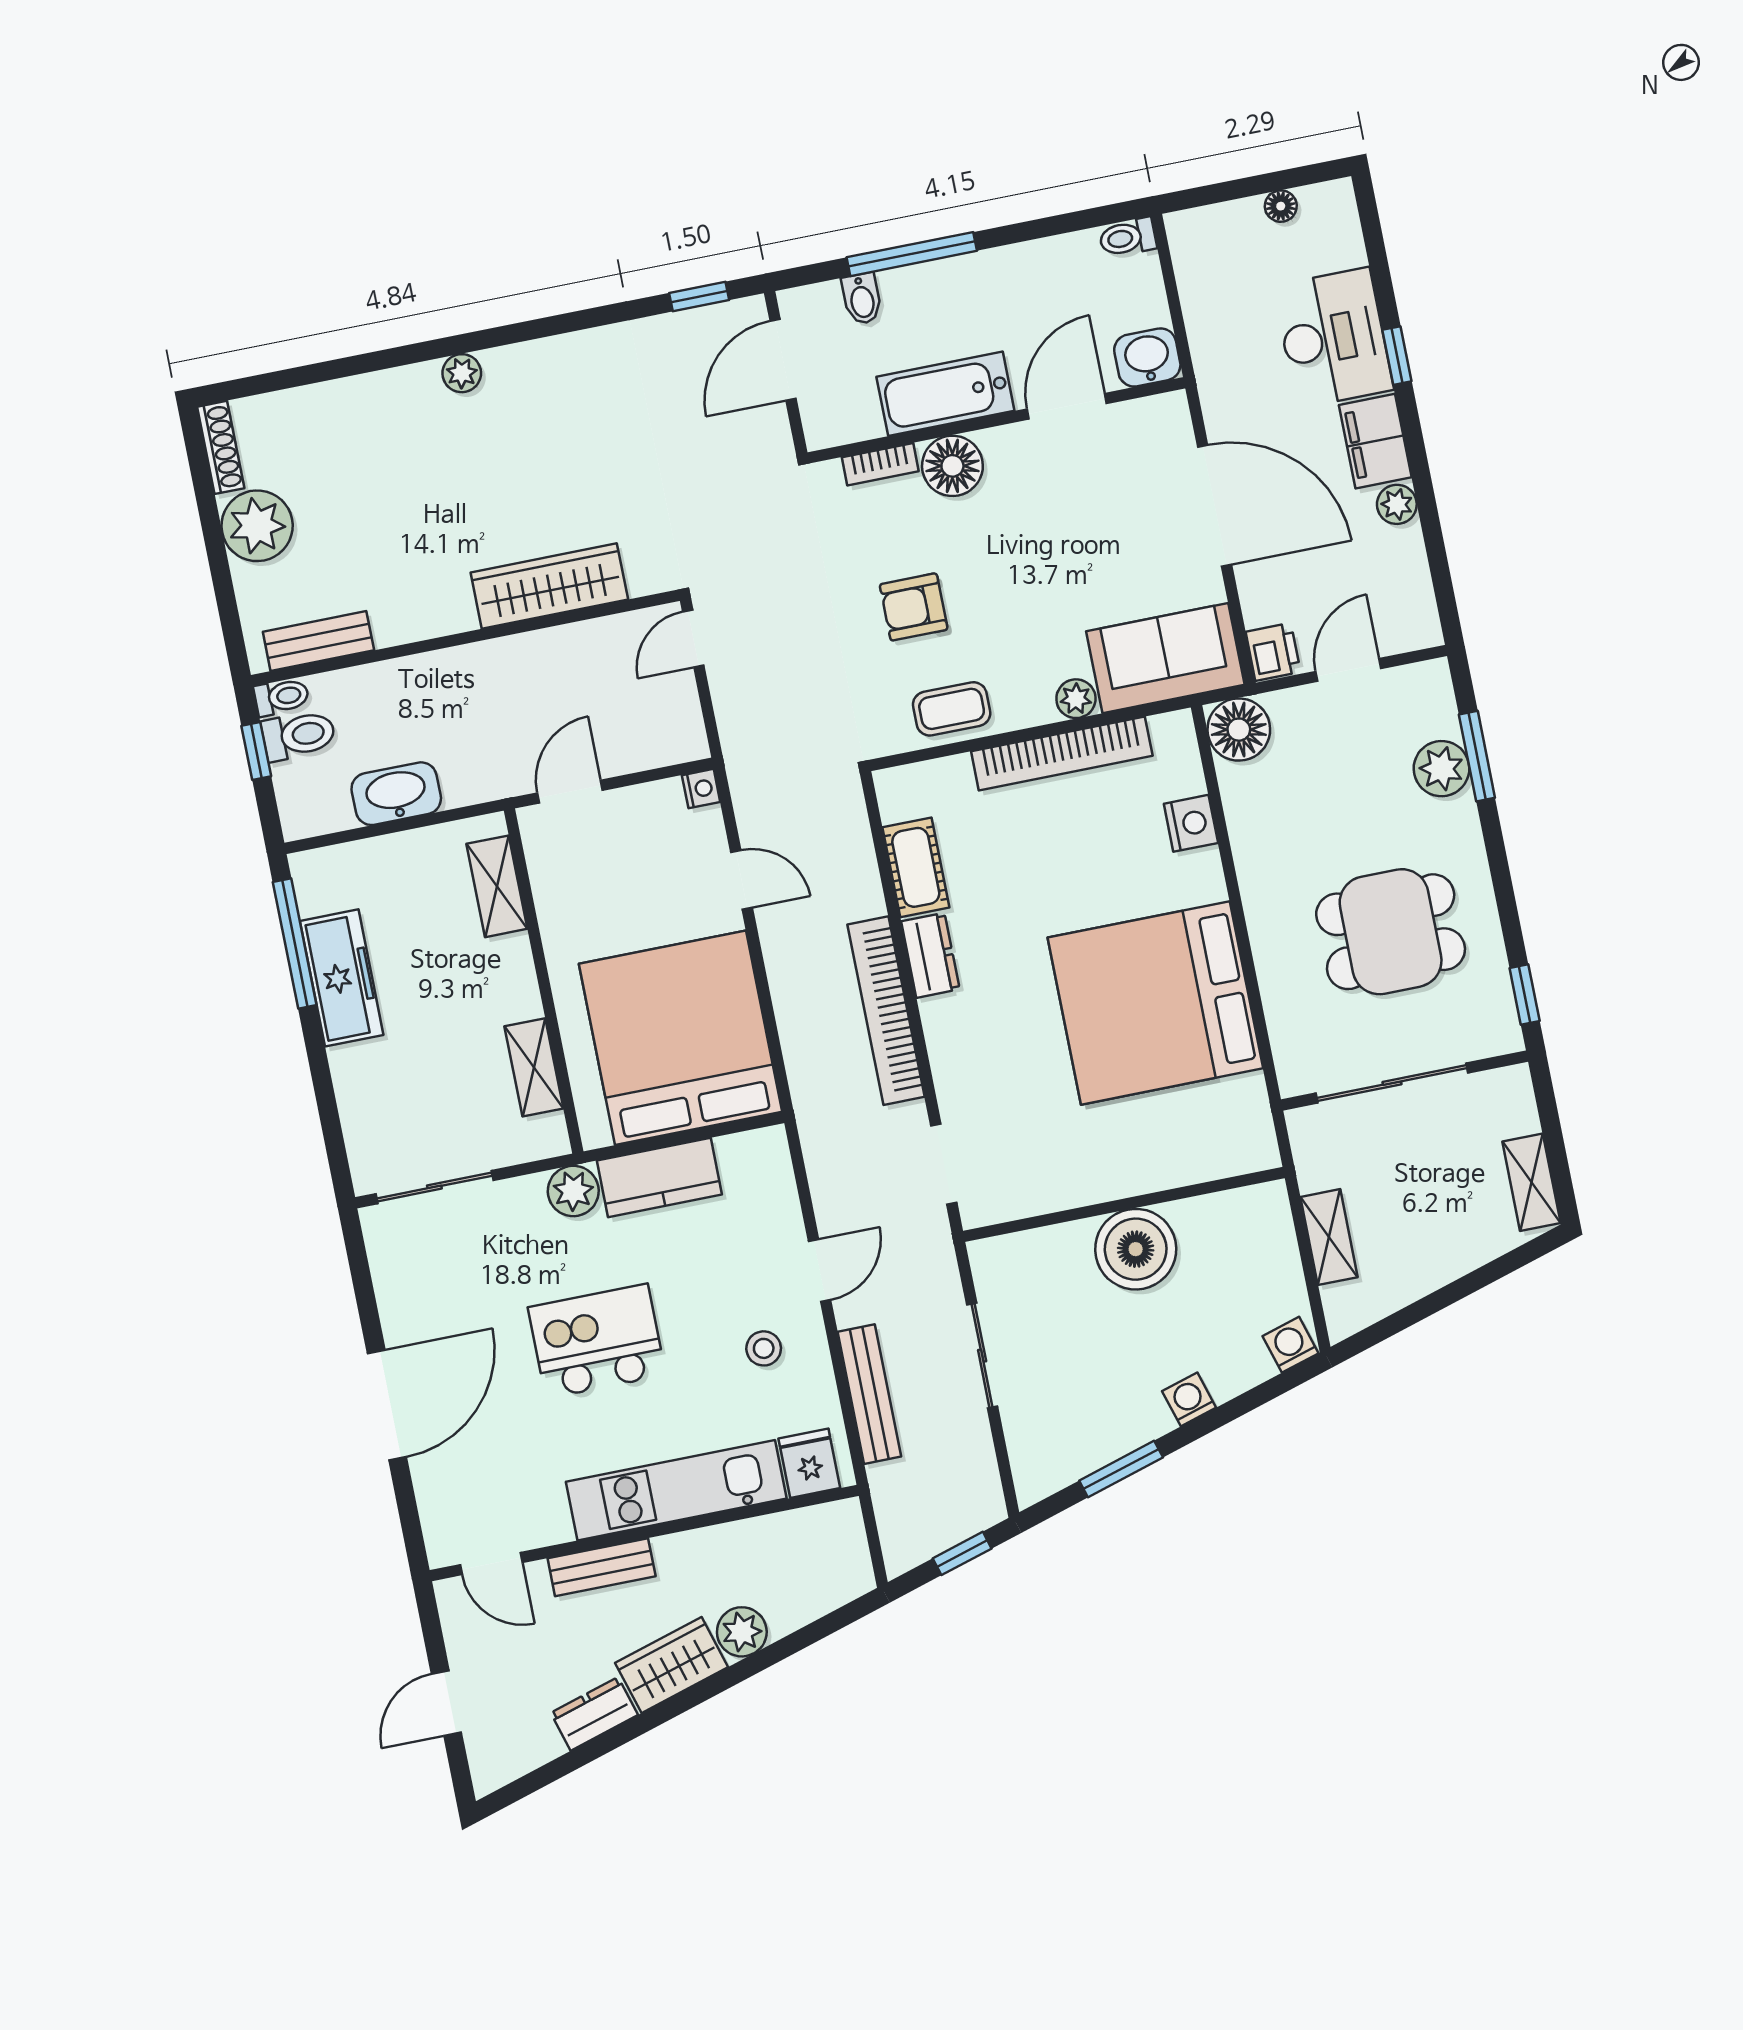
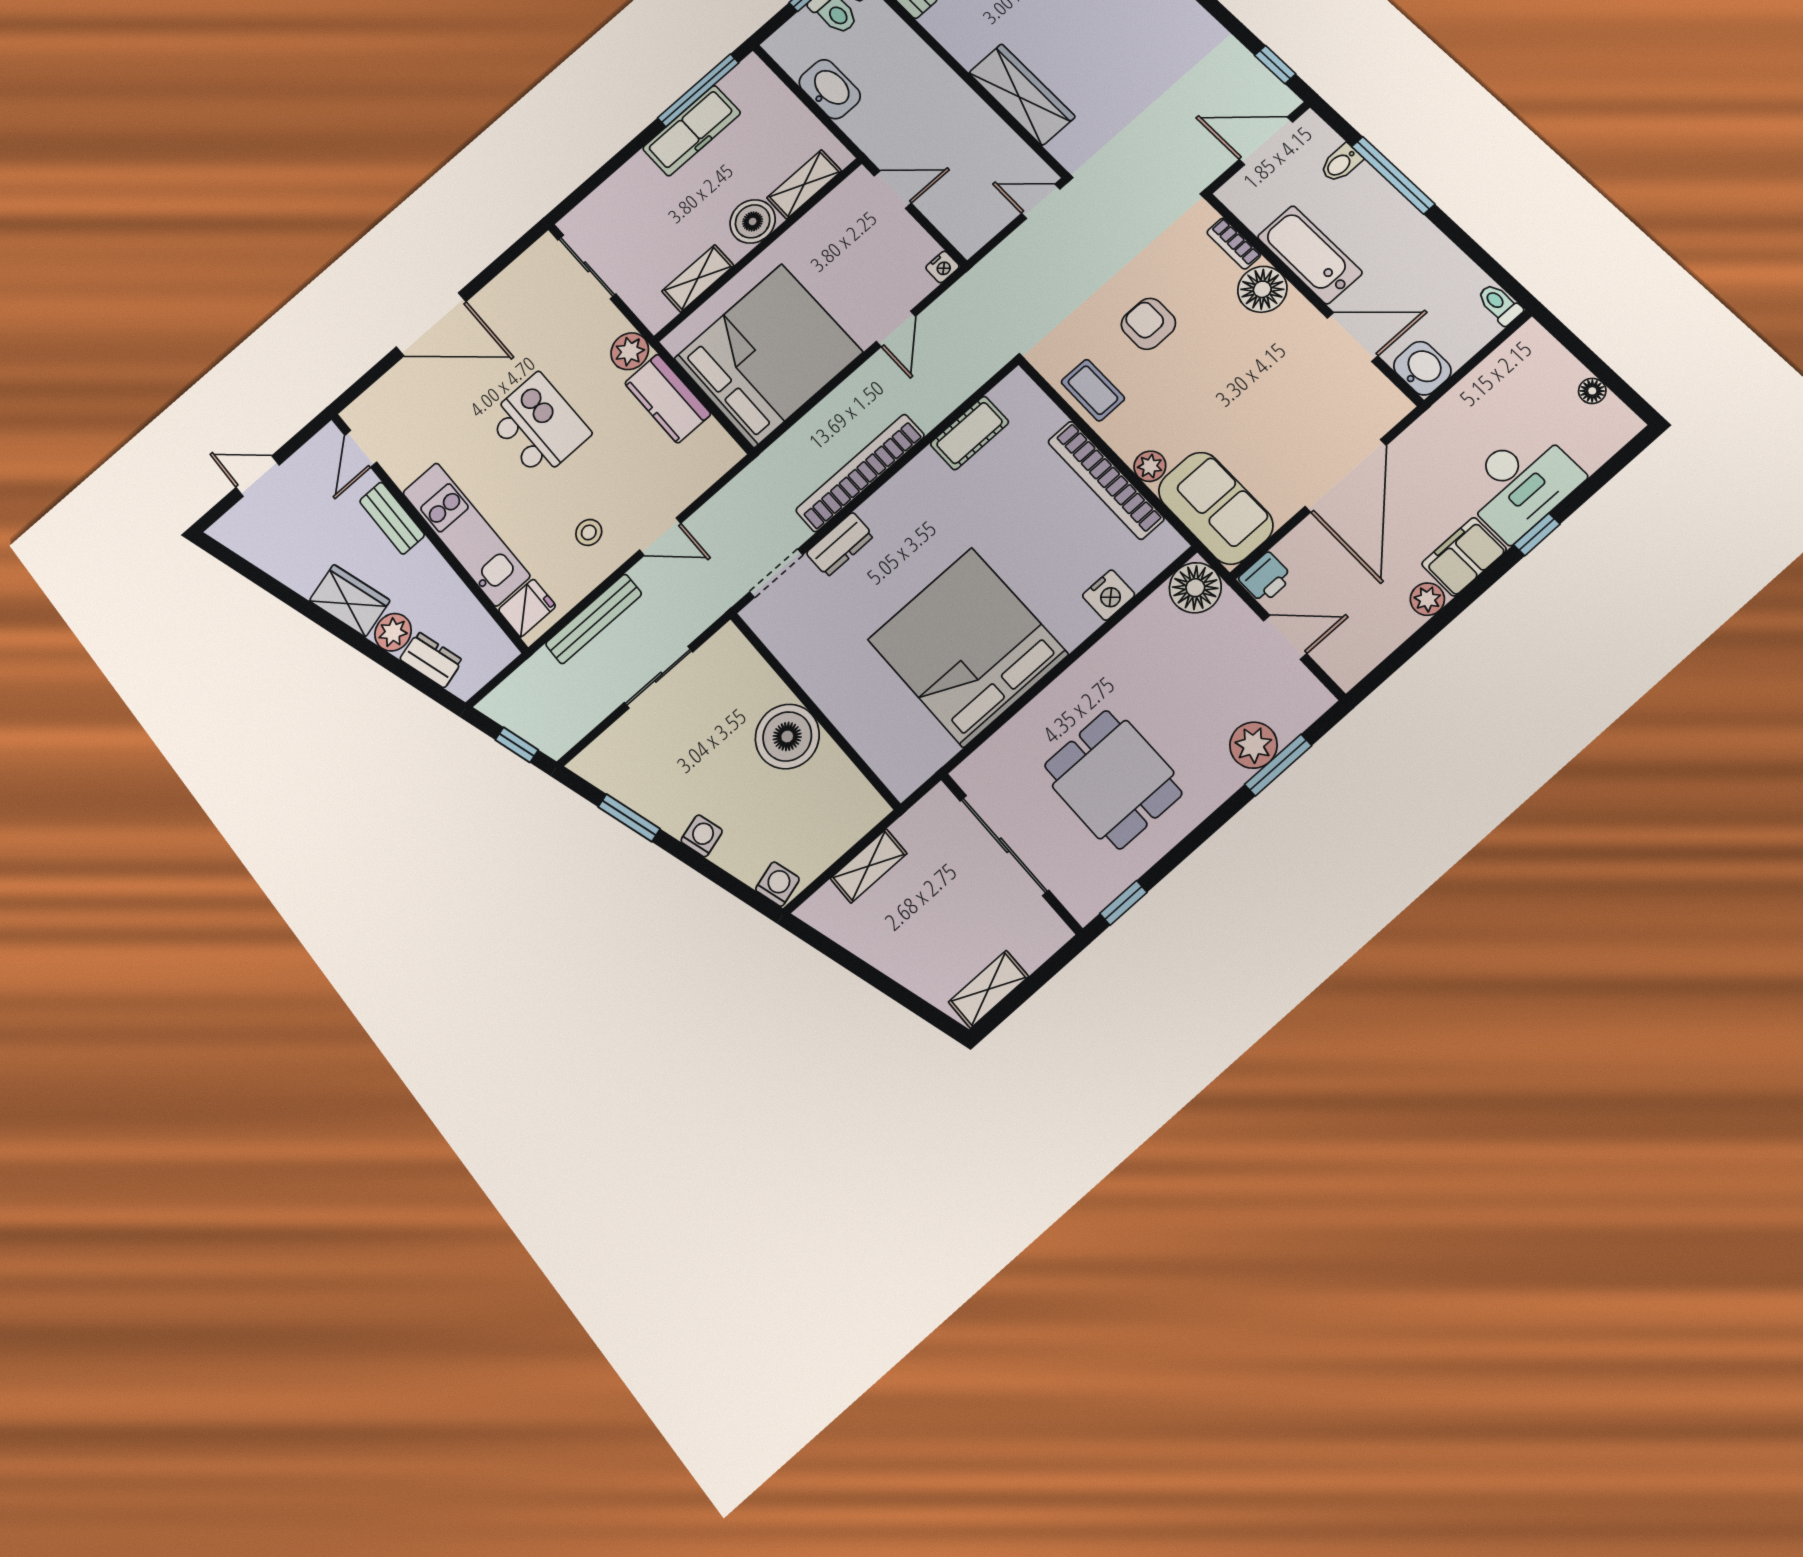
dresser: (930, 955) -> (840, 544), moved
boiler: (504, 969) -> (753, 221), added
dresser: (594, 1714) -> (431, 660), moved

